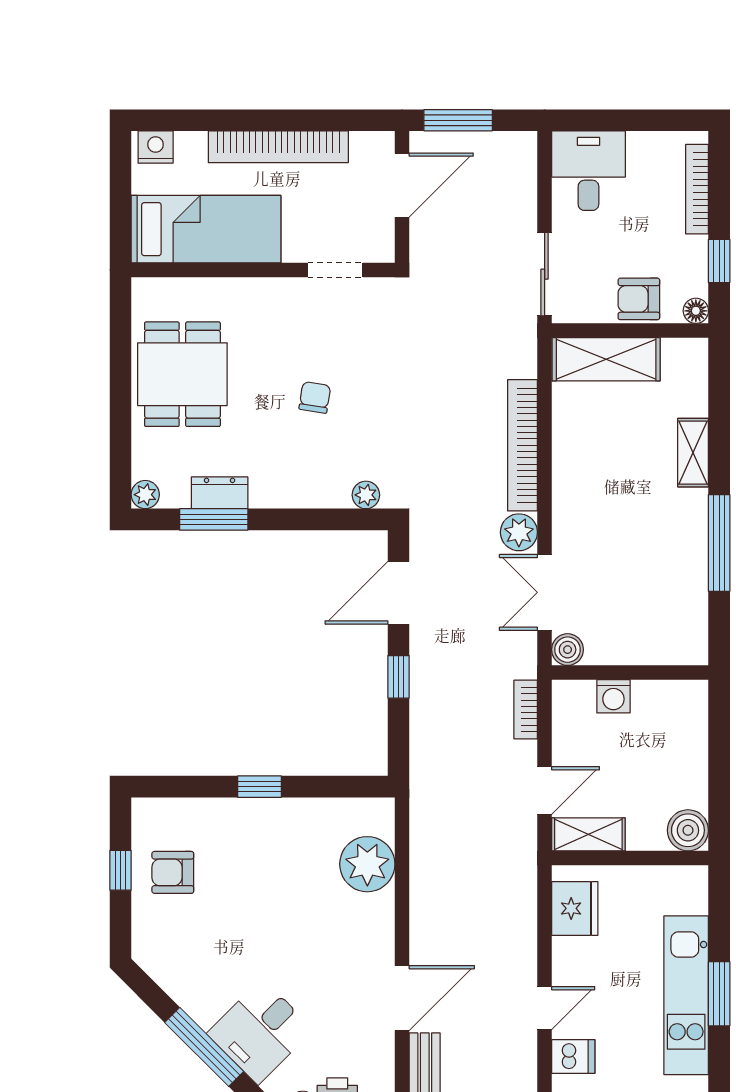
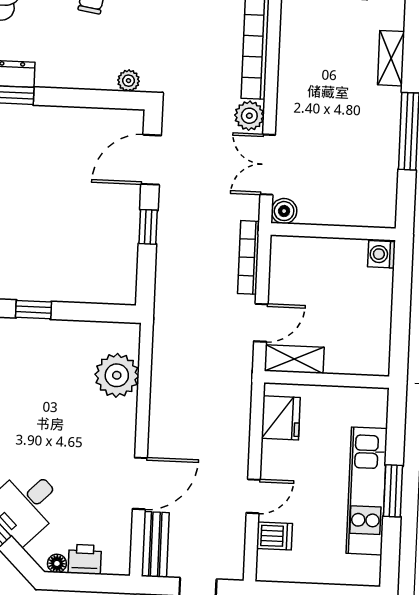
washing machine: (613, 696) -> (382, 254), moved, turned 90
bookcase: (526, 710) -> (249, 257), width x1.56
boiler: (688, 830) -> (374, 359), removed

